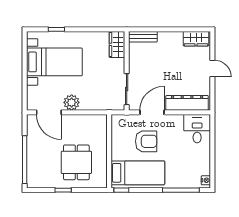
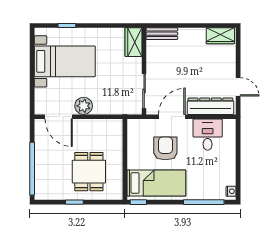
door: (212, 69) -> (238, 87), moved
desk: (197, 129) -> (208, 135), moved
armchair: (146, 141) -> (165, 148), turned -90

